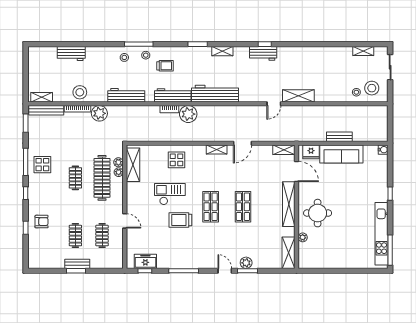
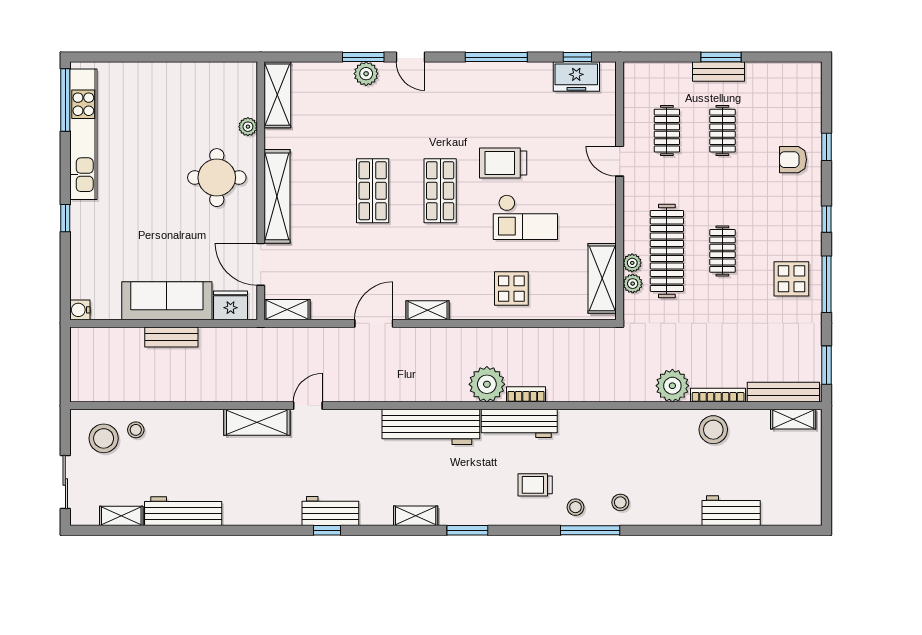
workbench: (126, 95) -> (183, 511), moved, turned 180
trolley: (180, 220) -> (503, 163), turned 180

